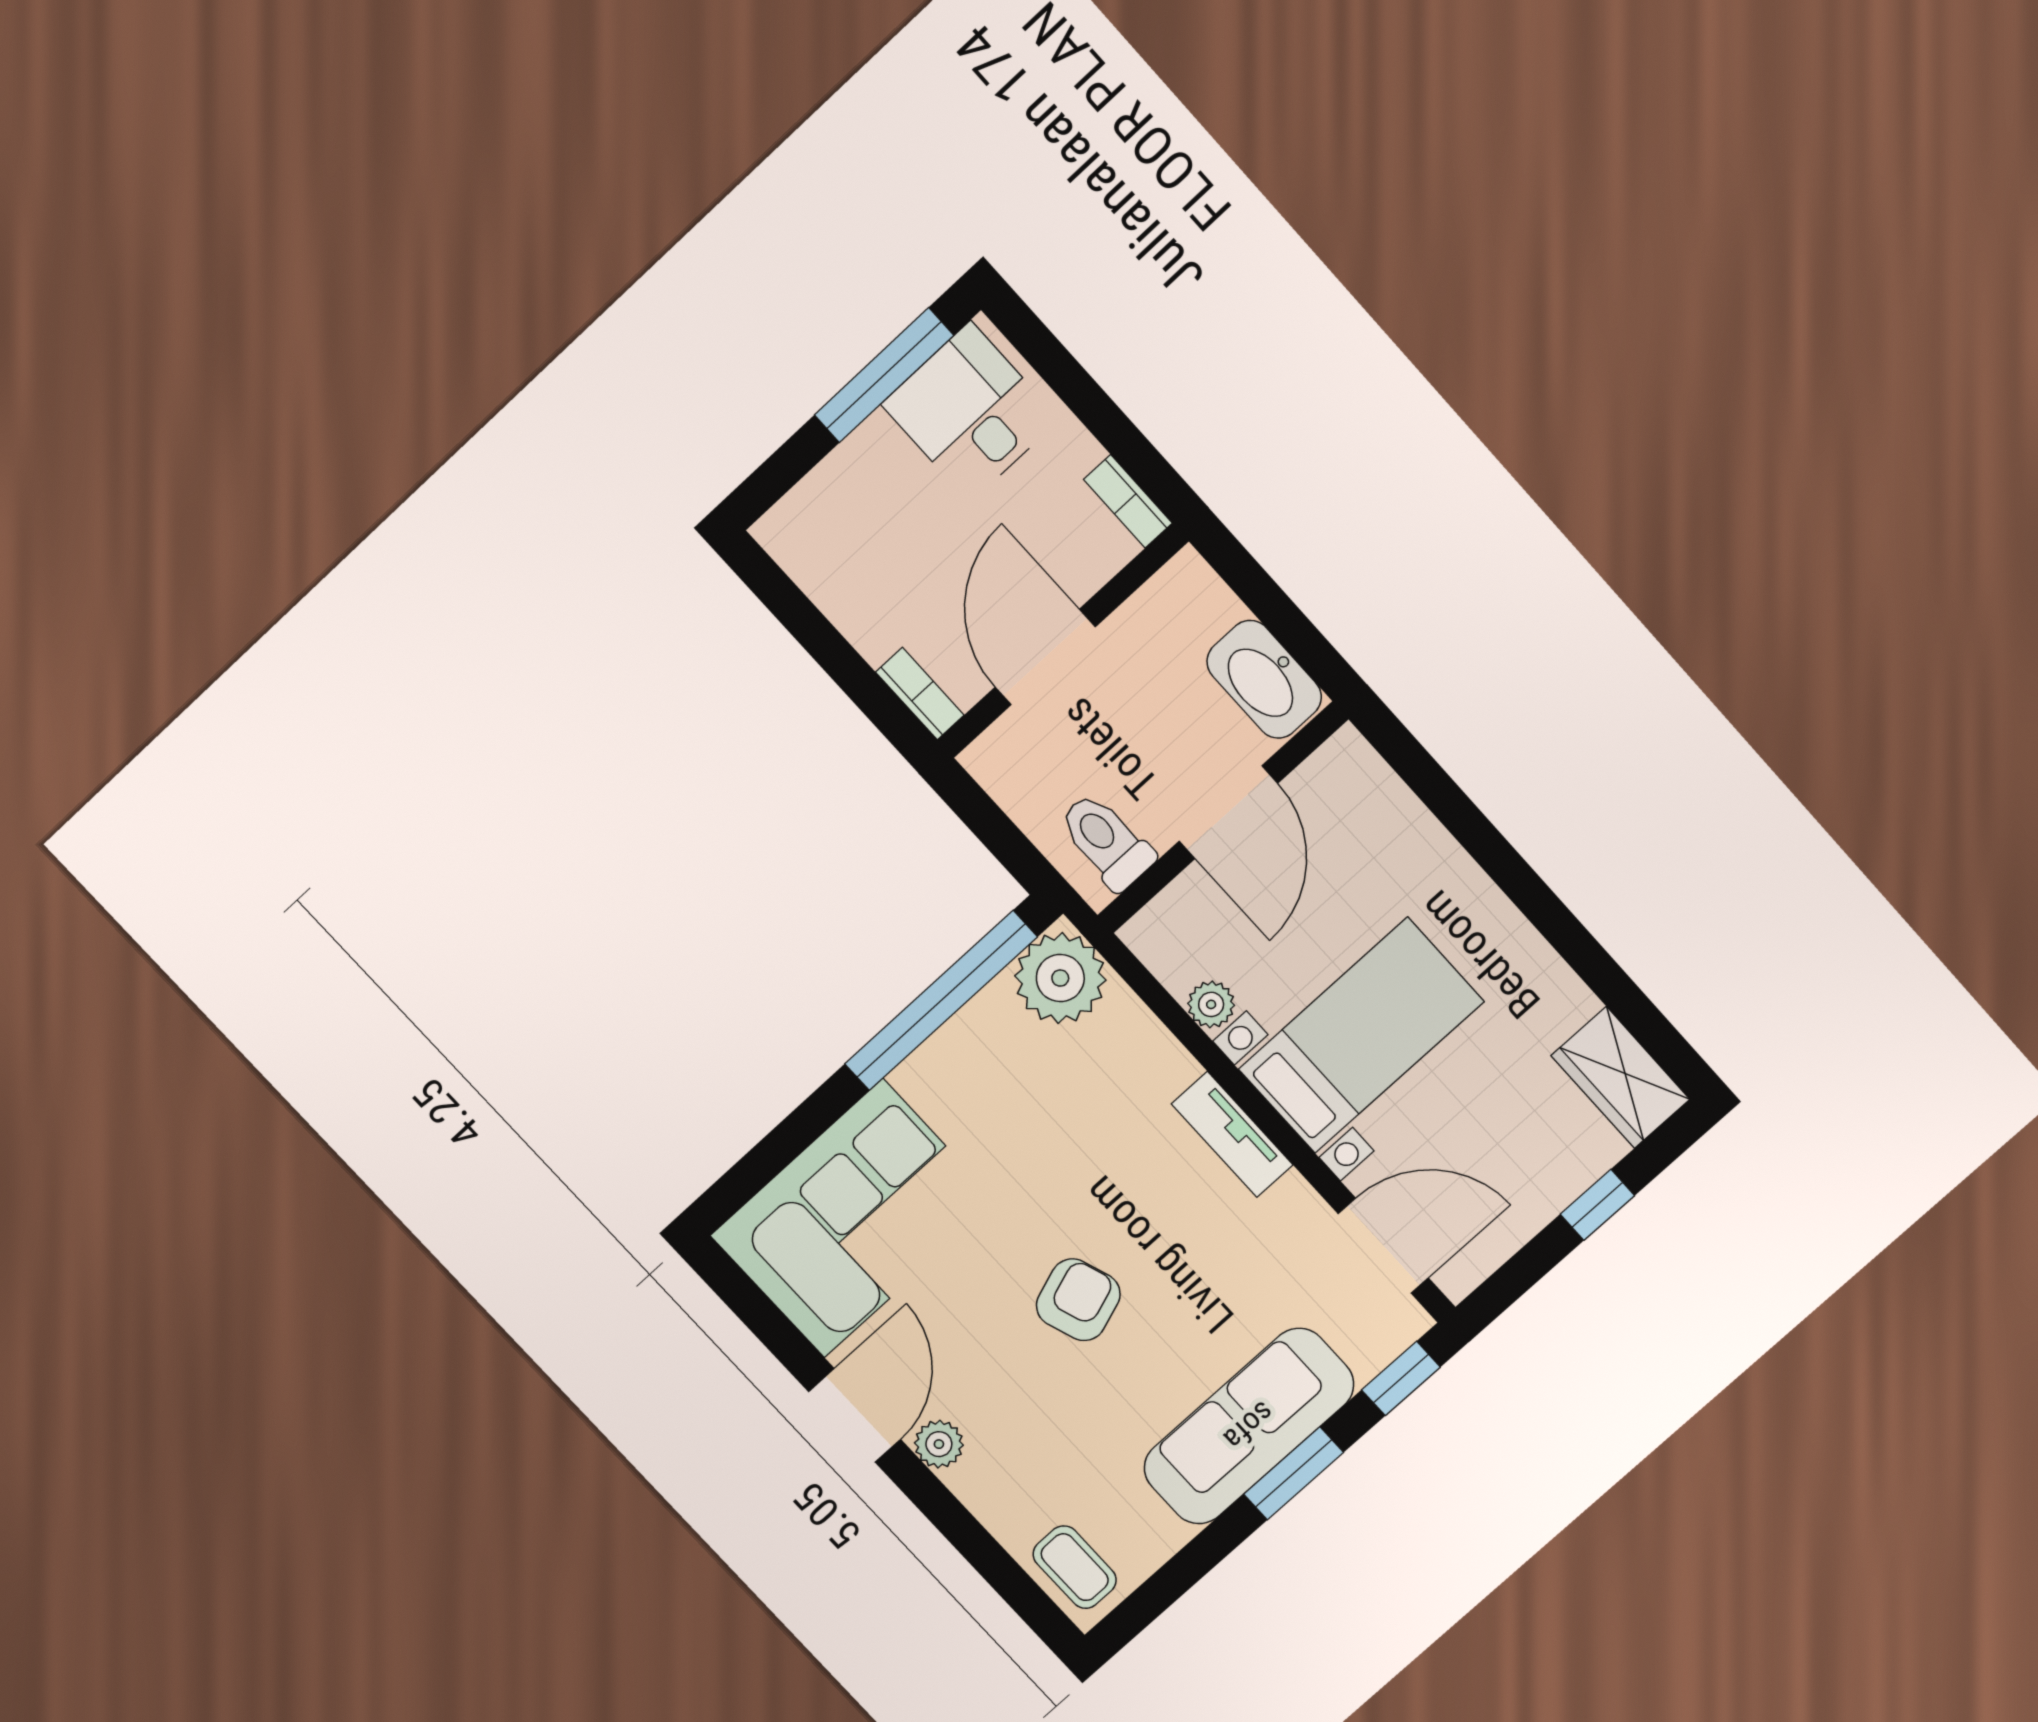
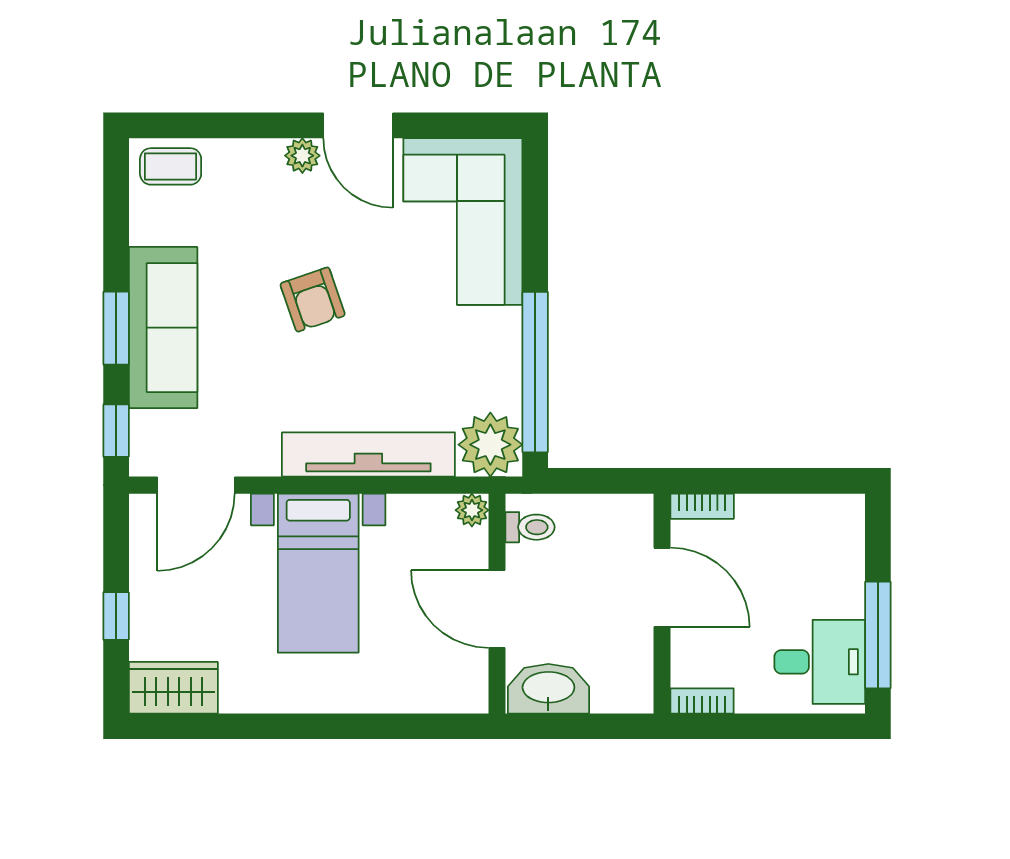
toilet: (1106, 841) -> (530, 527), width x0.73, depth x0.72
plant: (1211, 1004) -> (472, 510), moved
tv unit: (1232, 1134) -> (368, 454), width x1.92, depth x1.29

